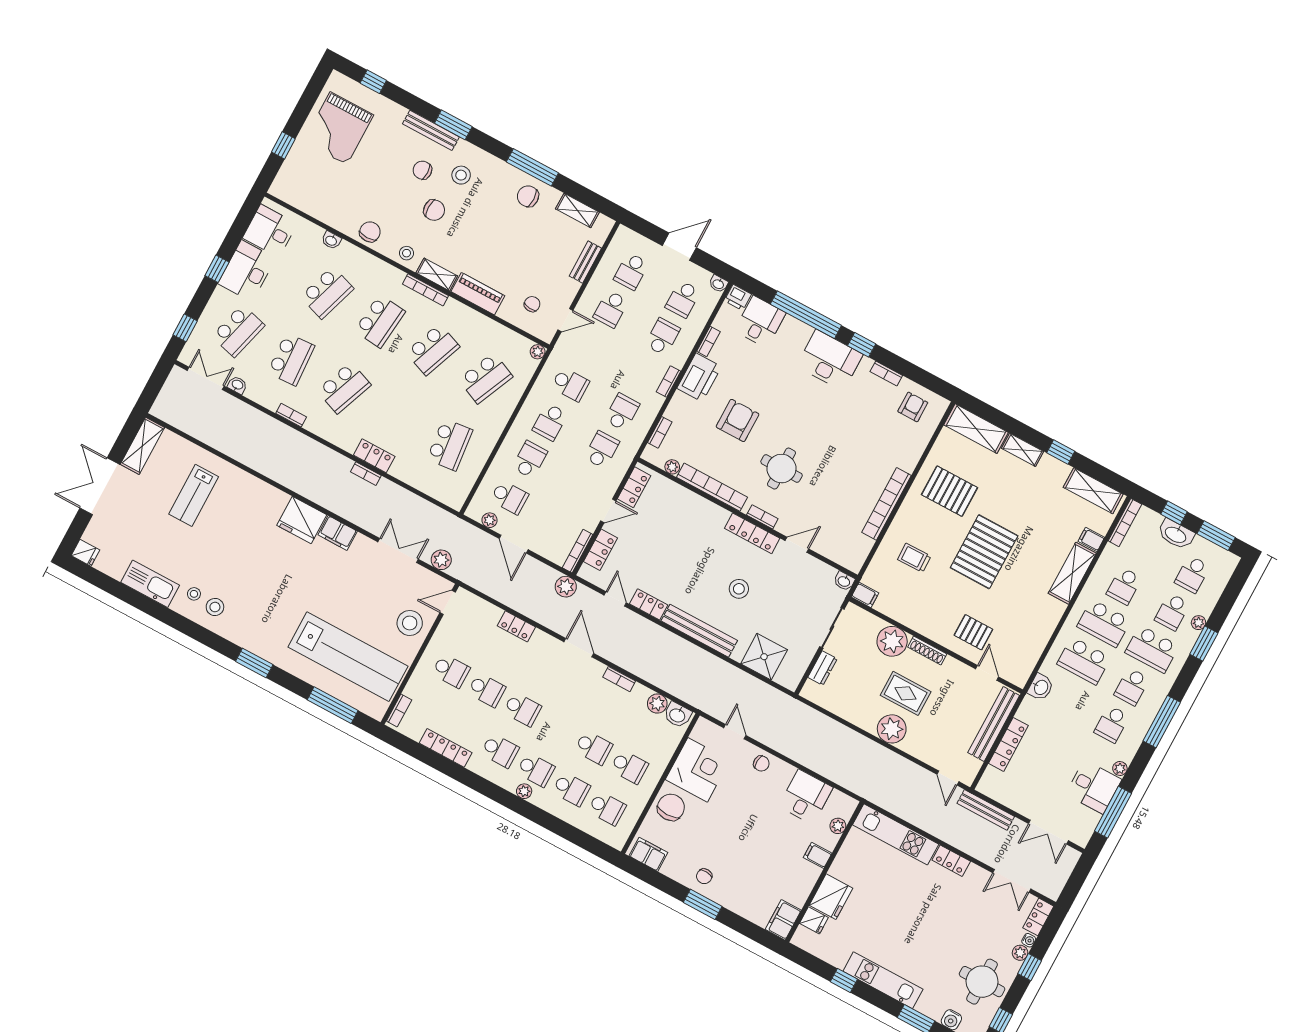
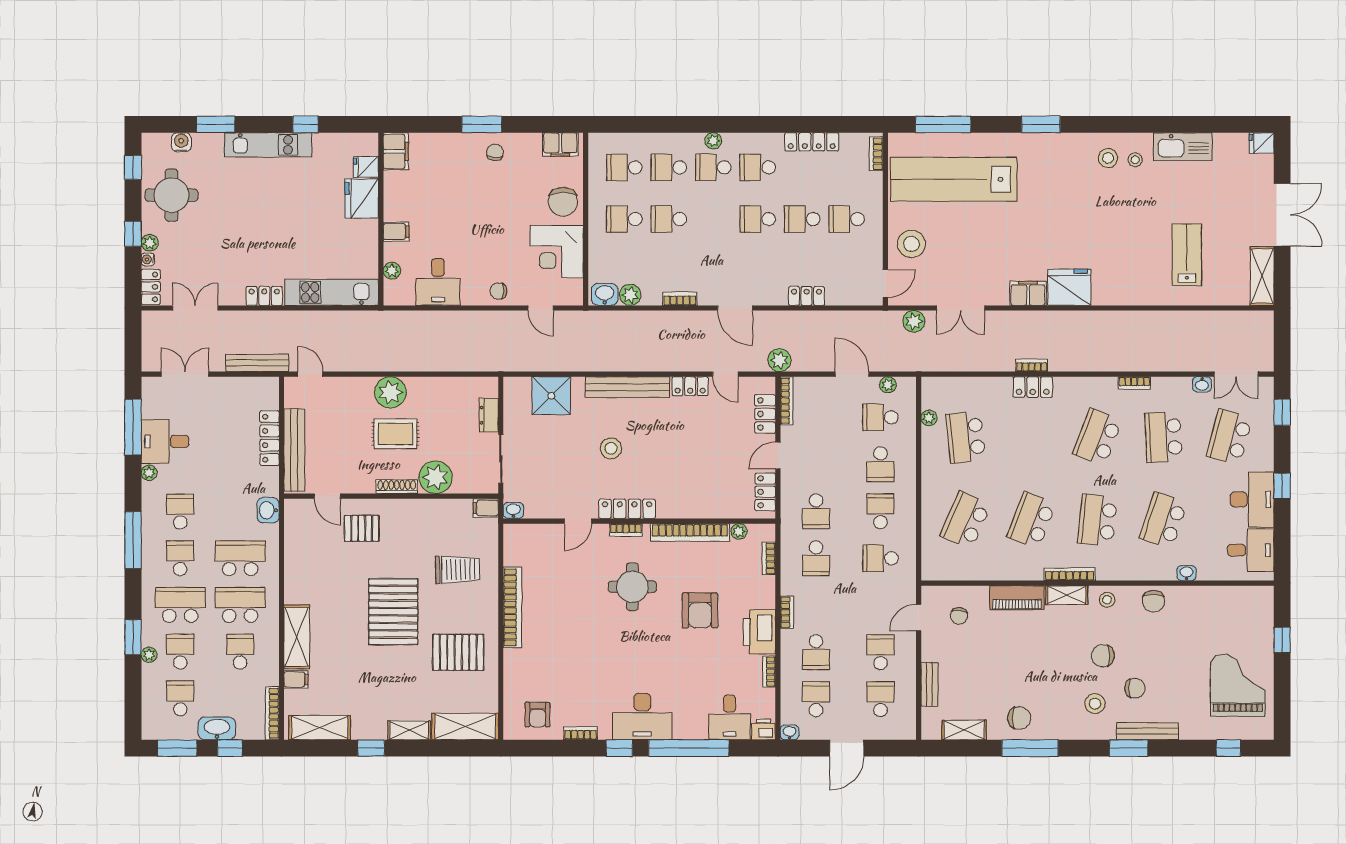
plant: (538, 352) -> (929, 418), moved
trolley: (914, 558) -> (458, 570), width x1.36, depth x1.39

